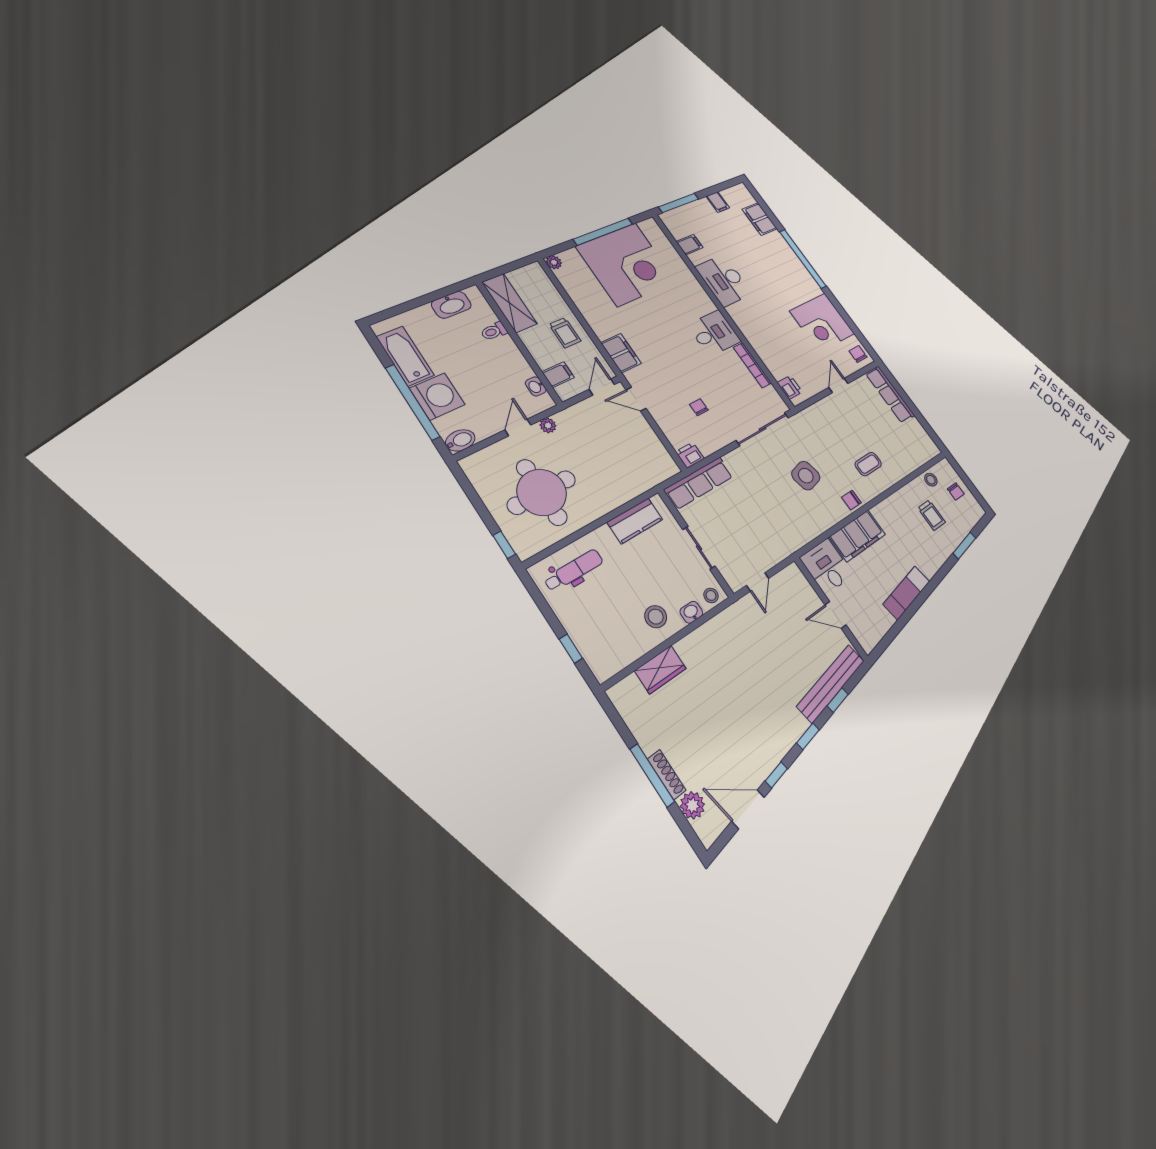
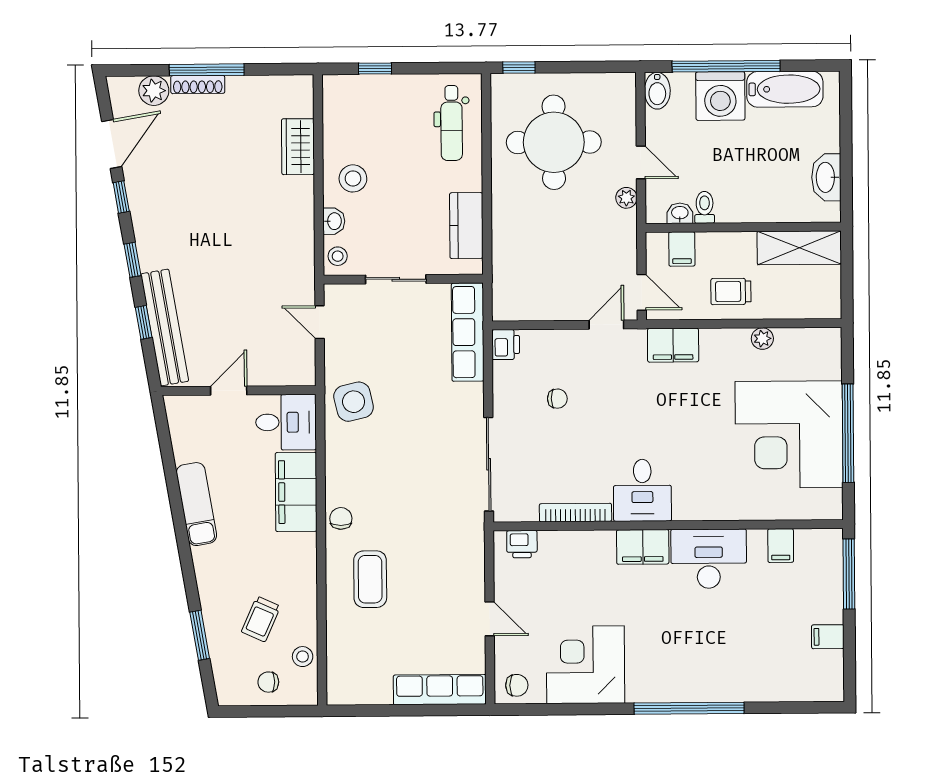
filing cabinet: (760, 219) -> (643, 547), moved, turned 180
plant: (554, 262) -> (762, 339), moved
toilet: (494, 331) -> (705, 207), moved
coffee table: (868, 464) -> (370, 579), width x1.36, depth x1.30
side table: (806, 476) -> (354, 402), moved
trolley: (932, 515) -> (261, 619), turned -66

